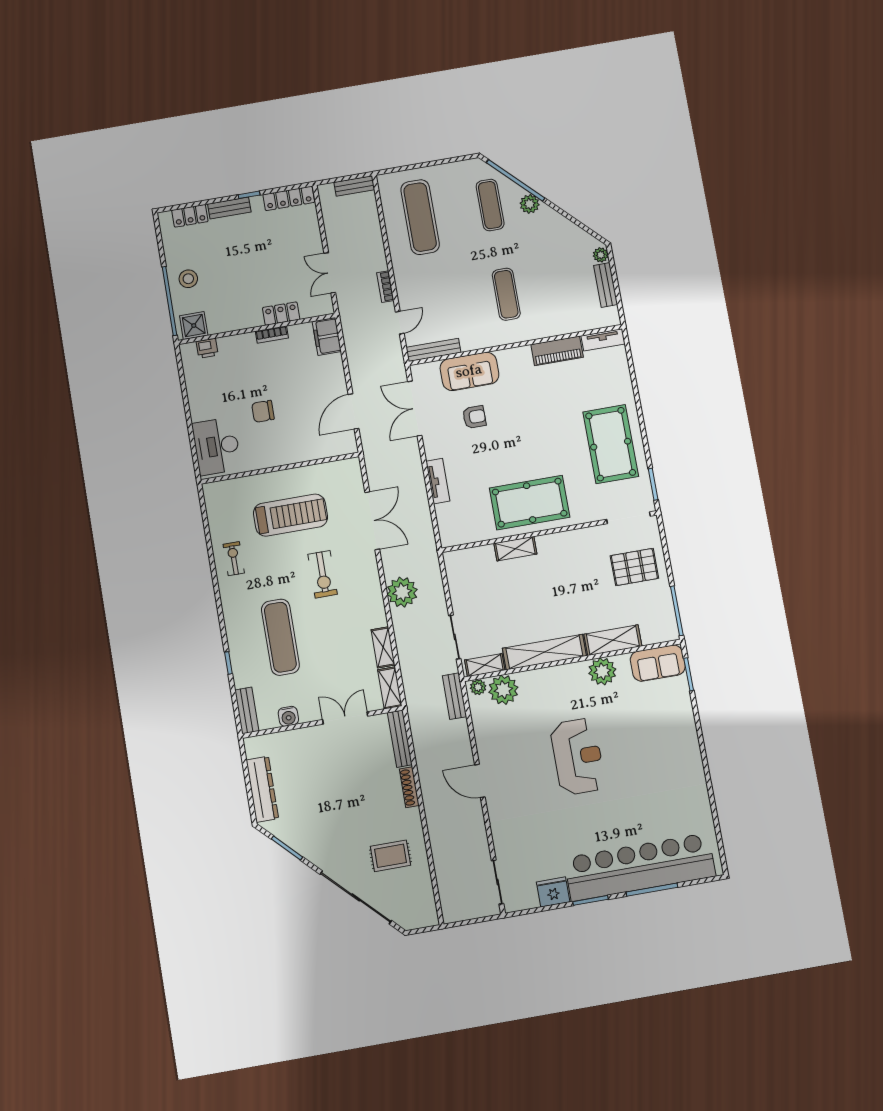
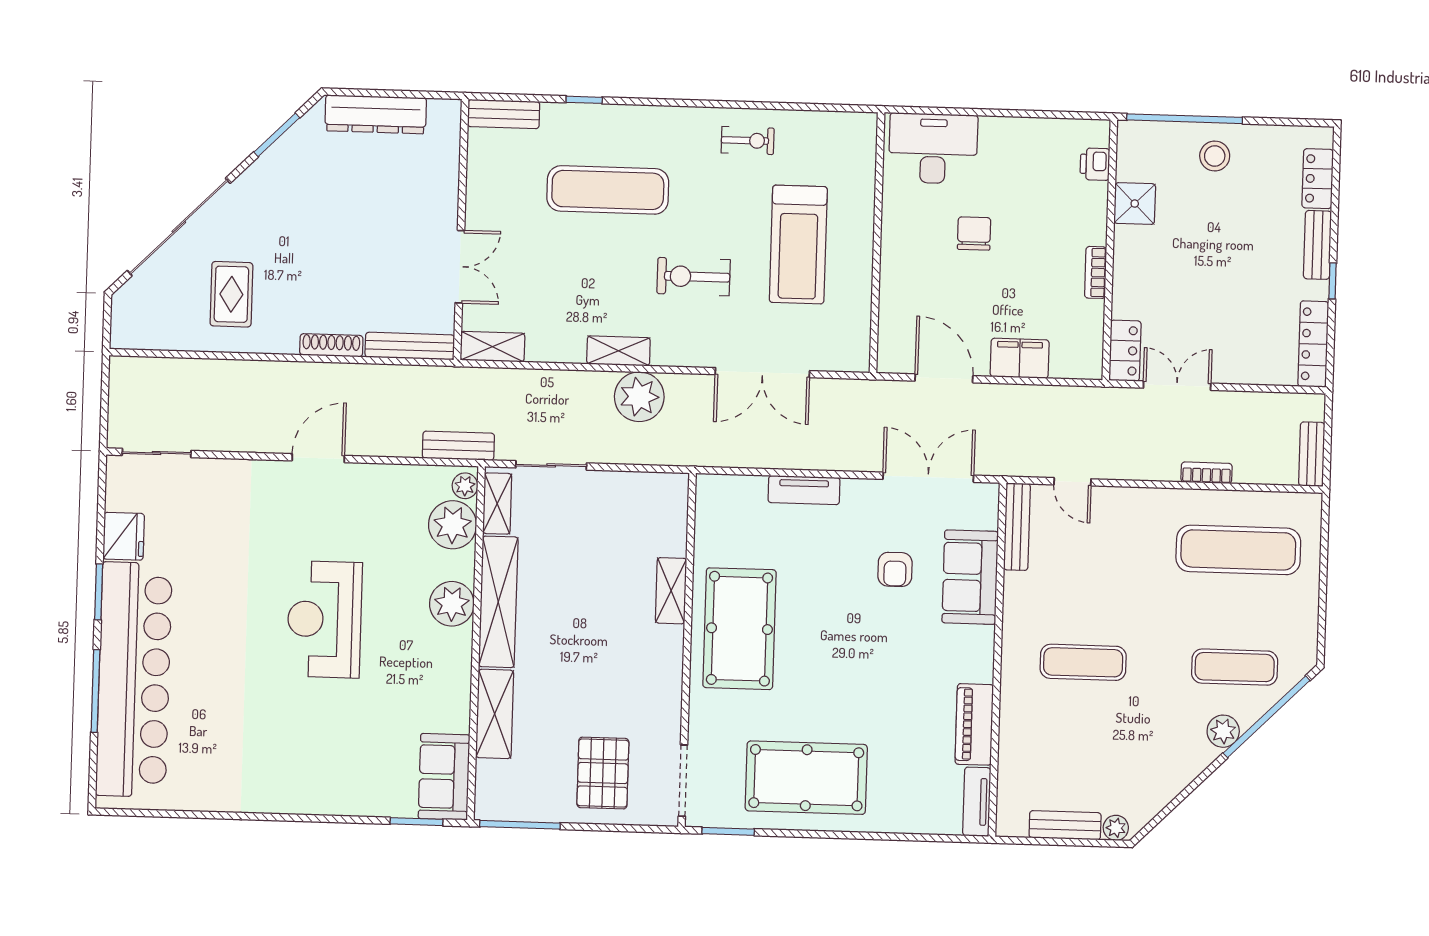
bookcase: (385, 287) -> (1207, 473), moved
locker: (281, 314) -> (1125, 351), moved
shower: (194, 326) -> (1135, 204), moved
filing cabinet: (327, 336) -> (1020, 358), moved
shelving: (383, 647) -> (618, 351), moved
plant: (602, 671) -> (452, 604), moved
water cooler: (288, 716) -> (481, 178), removed
reception desk: (578, 757) -> (324, 619), turned 90

